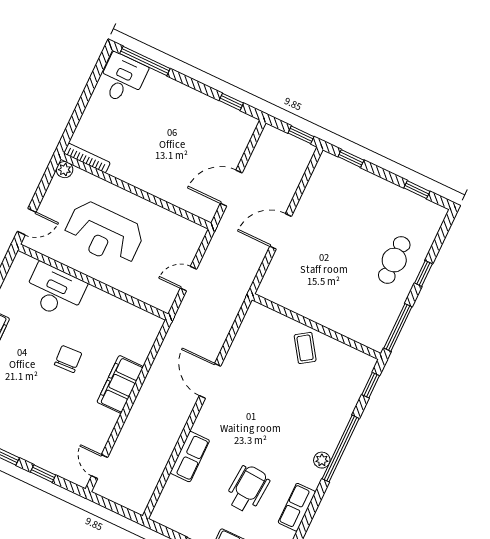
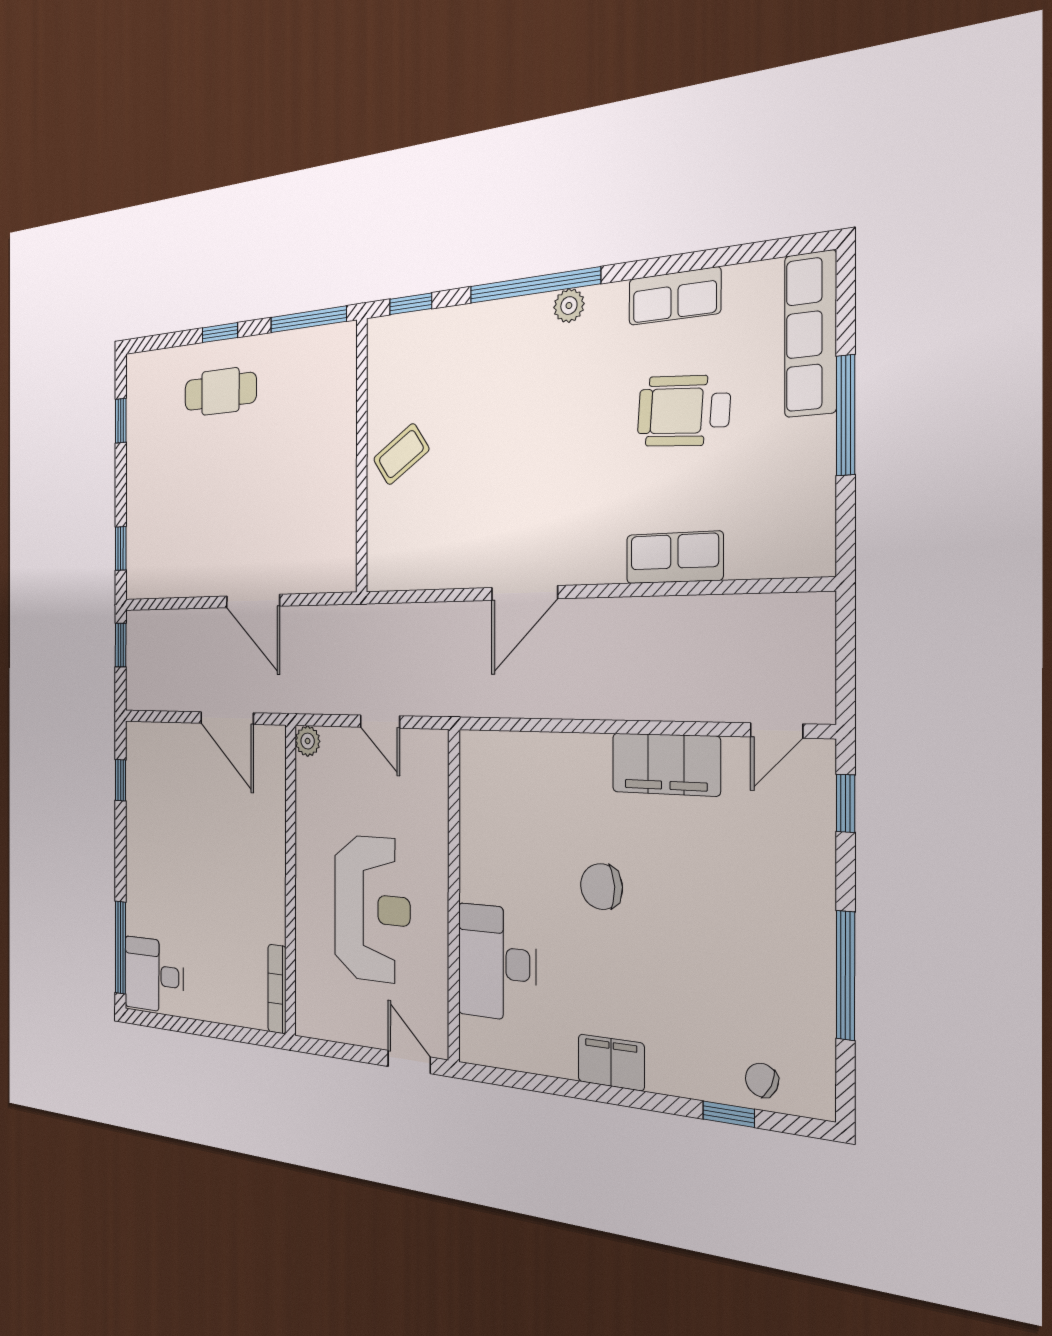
plant: (65, 170) -> (308, 741), moved
filing cabinet: (120, 384) -> (666, 764), moved
window: (43, 474) -> (846, 803), moved

